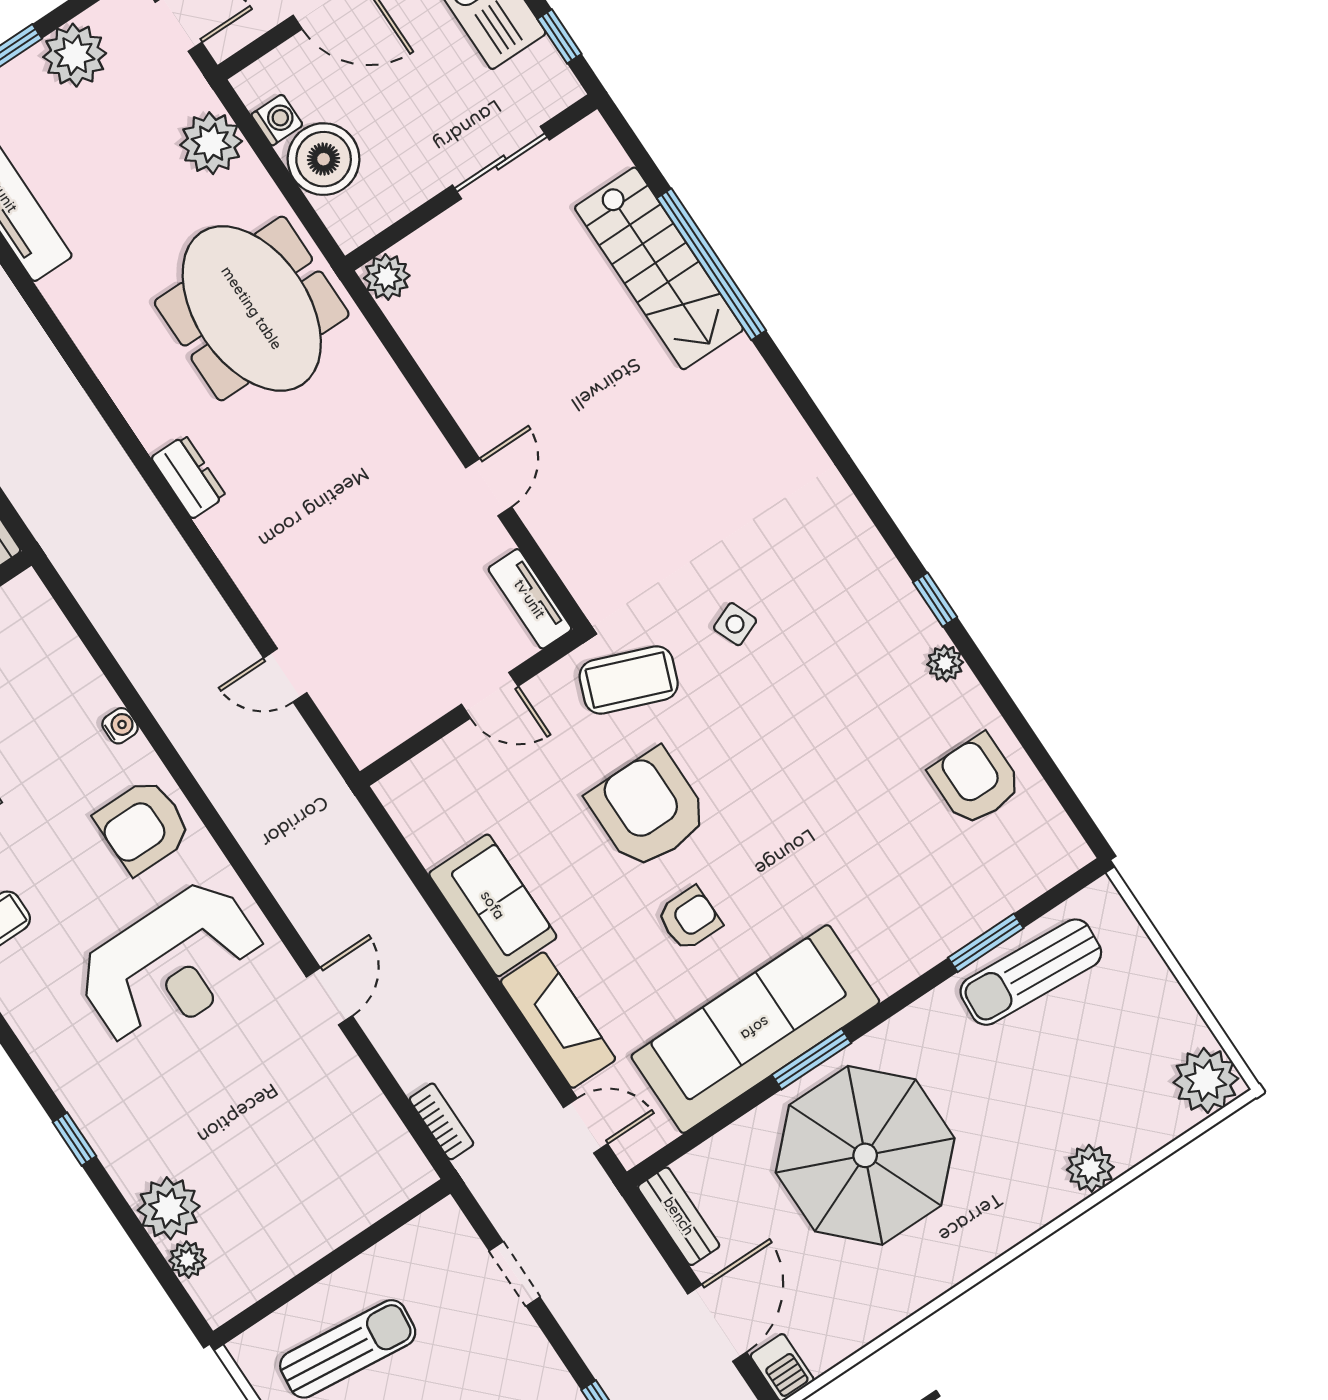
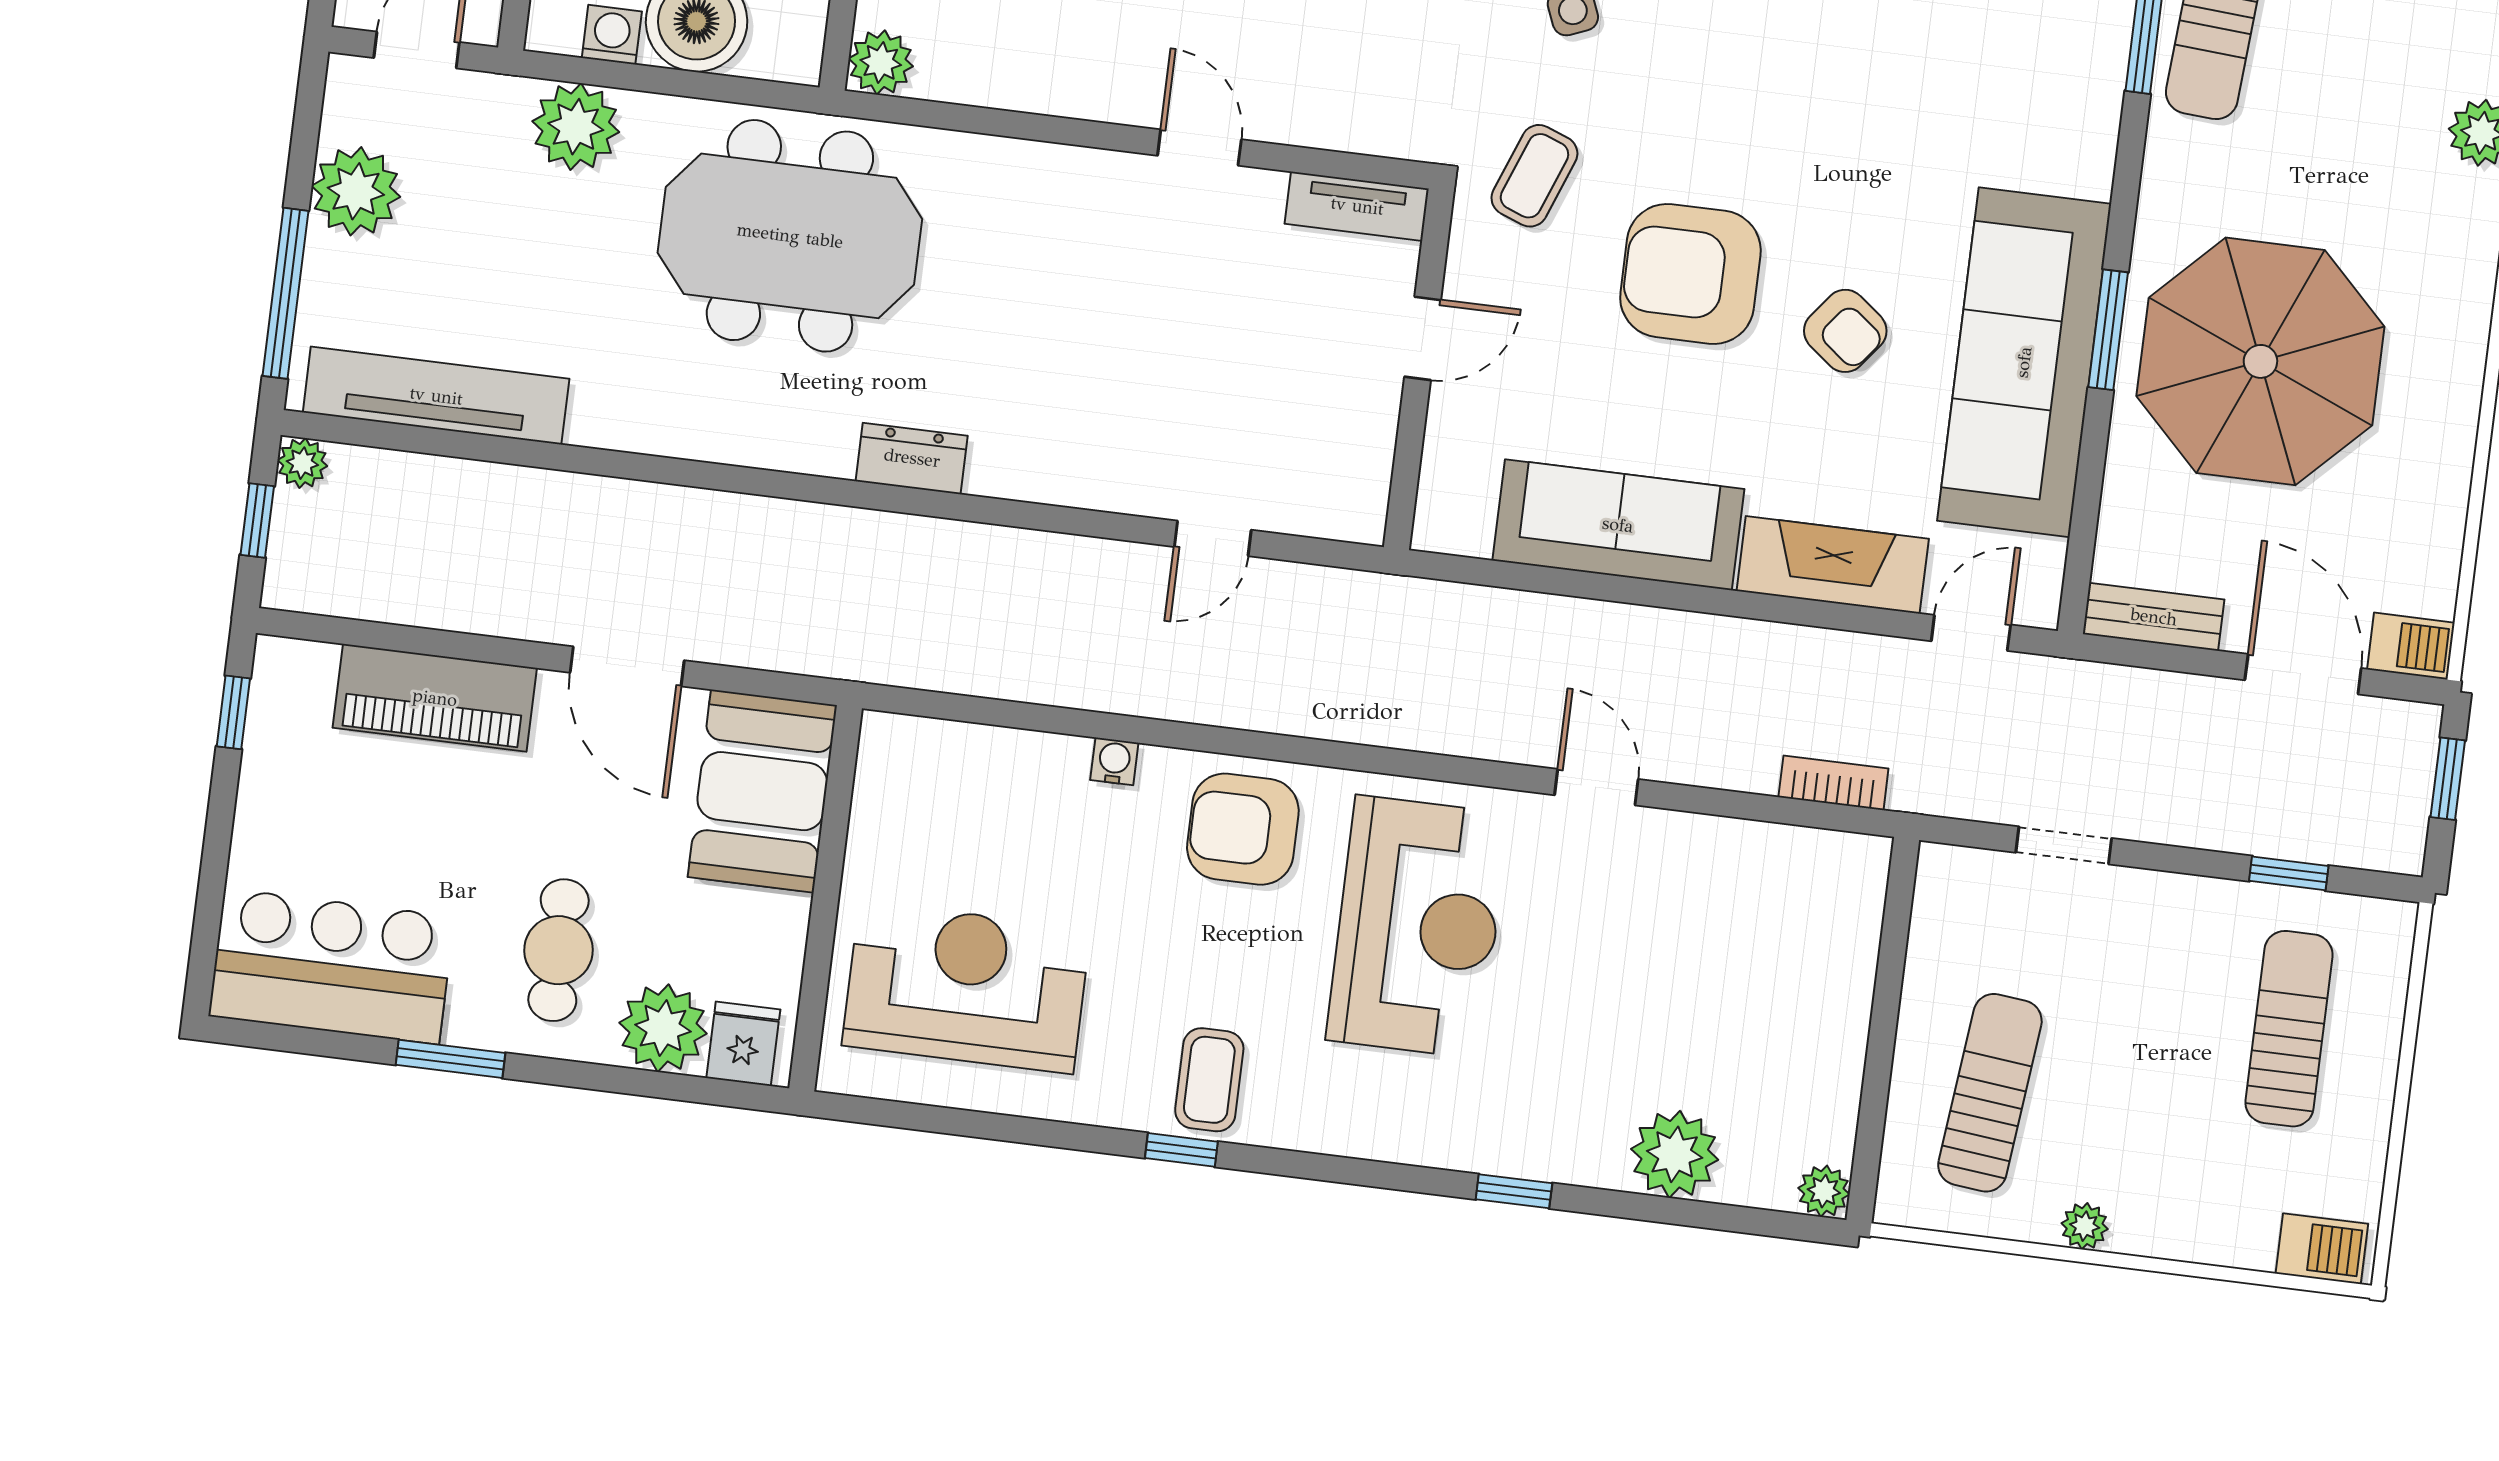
coffee table: (629, 680) -> (1534, 176), width x0.73, depth x0.77
armchair: (143, 826) -> (1243, 829), turned 90
sofa: (493, 905) -> (1618, 525), width x1.36
armchair: (689, 919) -> (1845, 331), turned 128
plant: (188, 1260) -> (1824, 1191), moved

